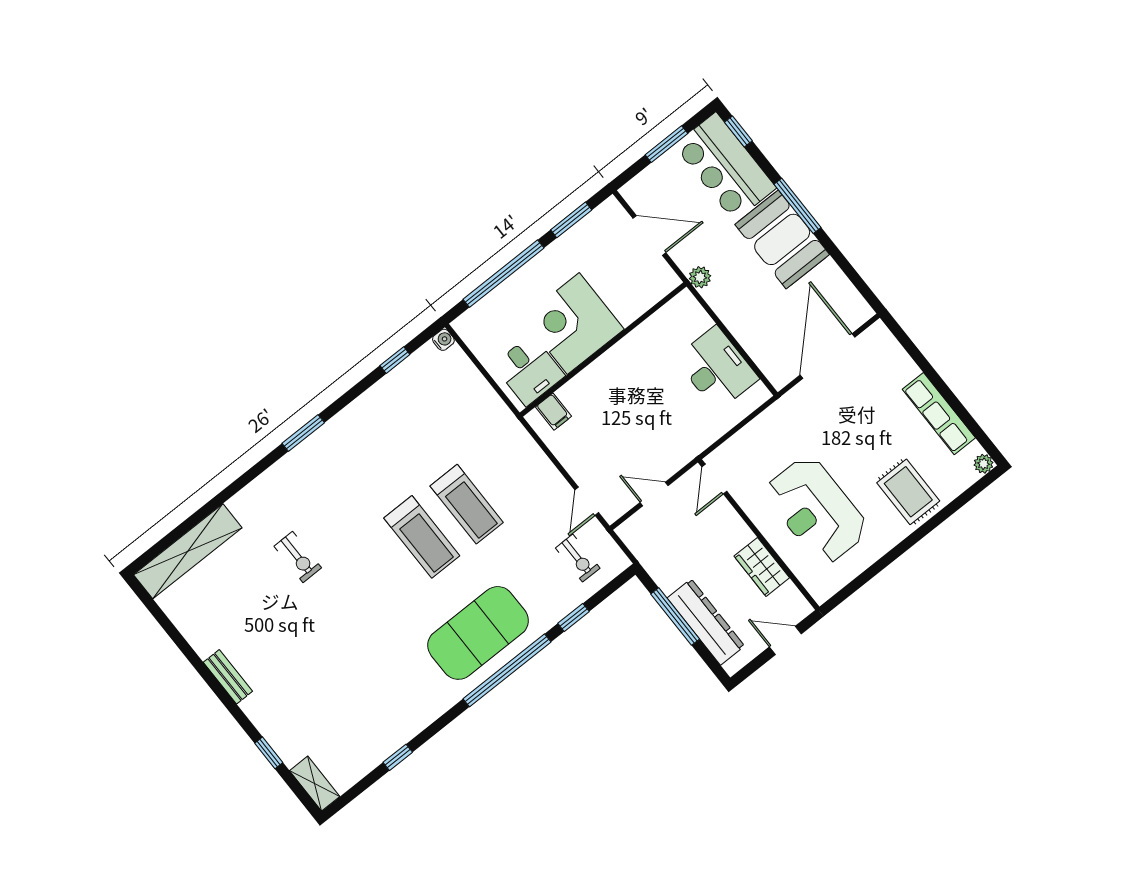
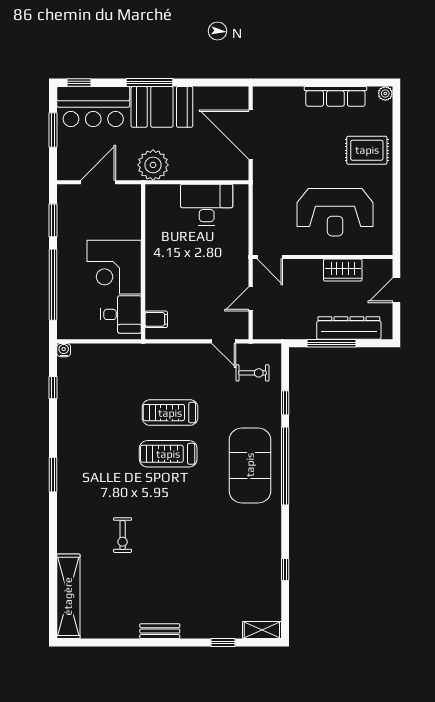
plant: (700, 277) -> (153, 165), width x1.88, depth x1.88
treadmill: (467, 504) -> (170, 413), turned 180
treadmill: (422, 537) -> (168, 454), turned 180
exercise bike: (298, 557) -> (123, 535), turned 90

